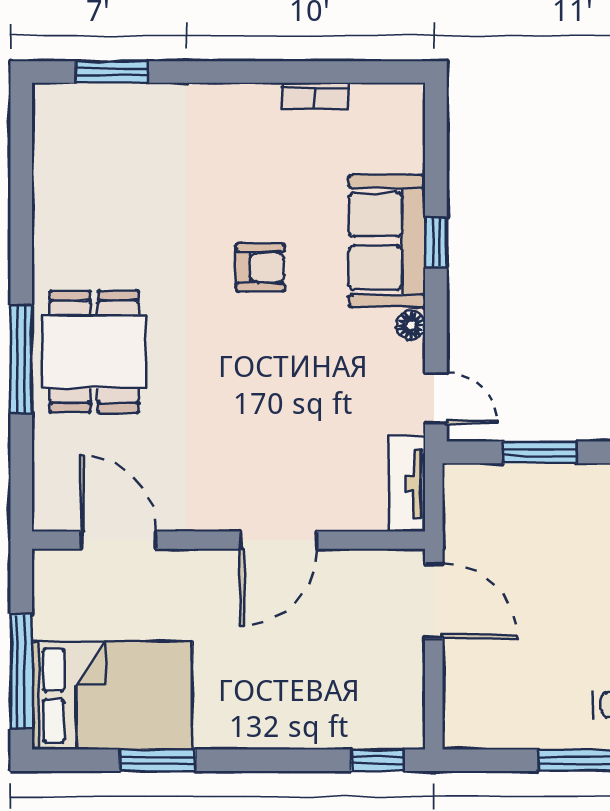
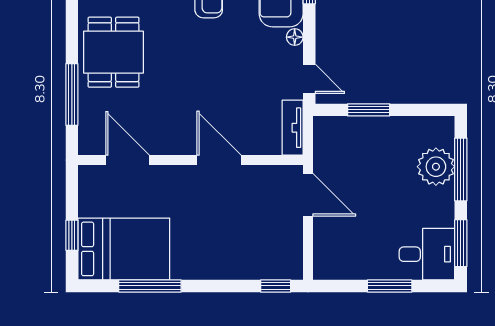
window: (21, 359) -> (72, 95), moved
door: (278, 540) -> (219, 160), swing flipped
window: (21, 671) -> (72, 235), width x0.46
window: (158, 760) -> (150, 286), width x1.44

